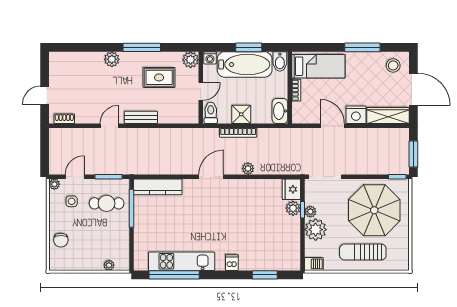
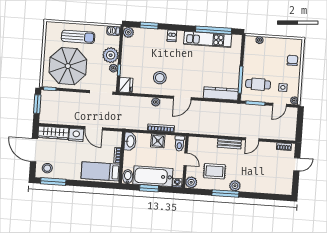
window: (362, 47) -> (53, 181), moved
plant: (112, 59) -> (235, 186), moved
door: (201, 91) -> (185, 159), swing flipped
stool: (245, 203) -> (160, 78), added
plant: (293, 208) -> (128, 32), moved

